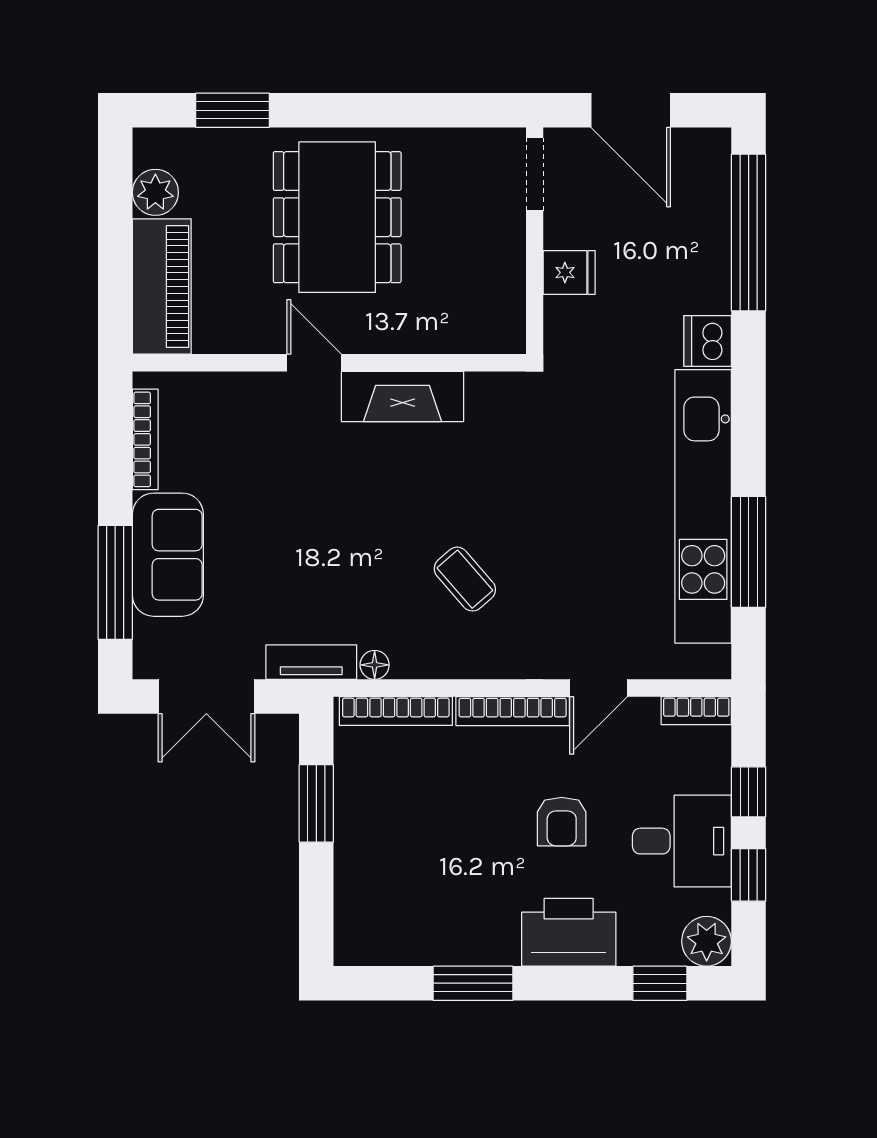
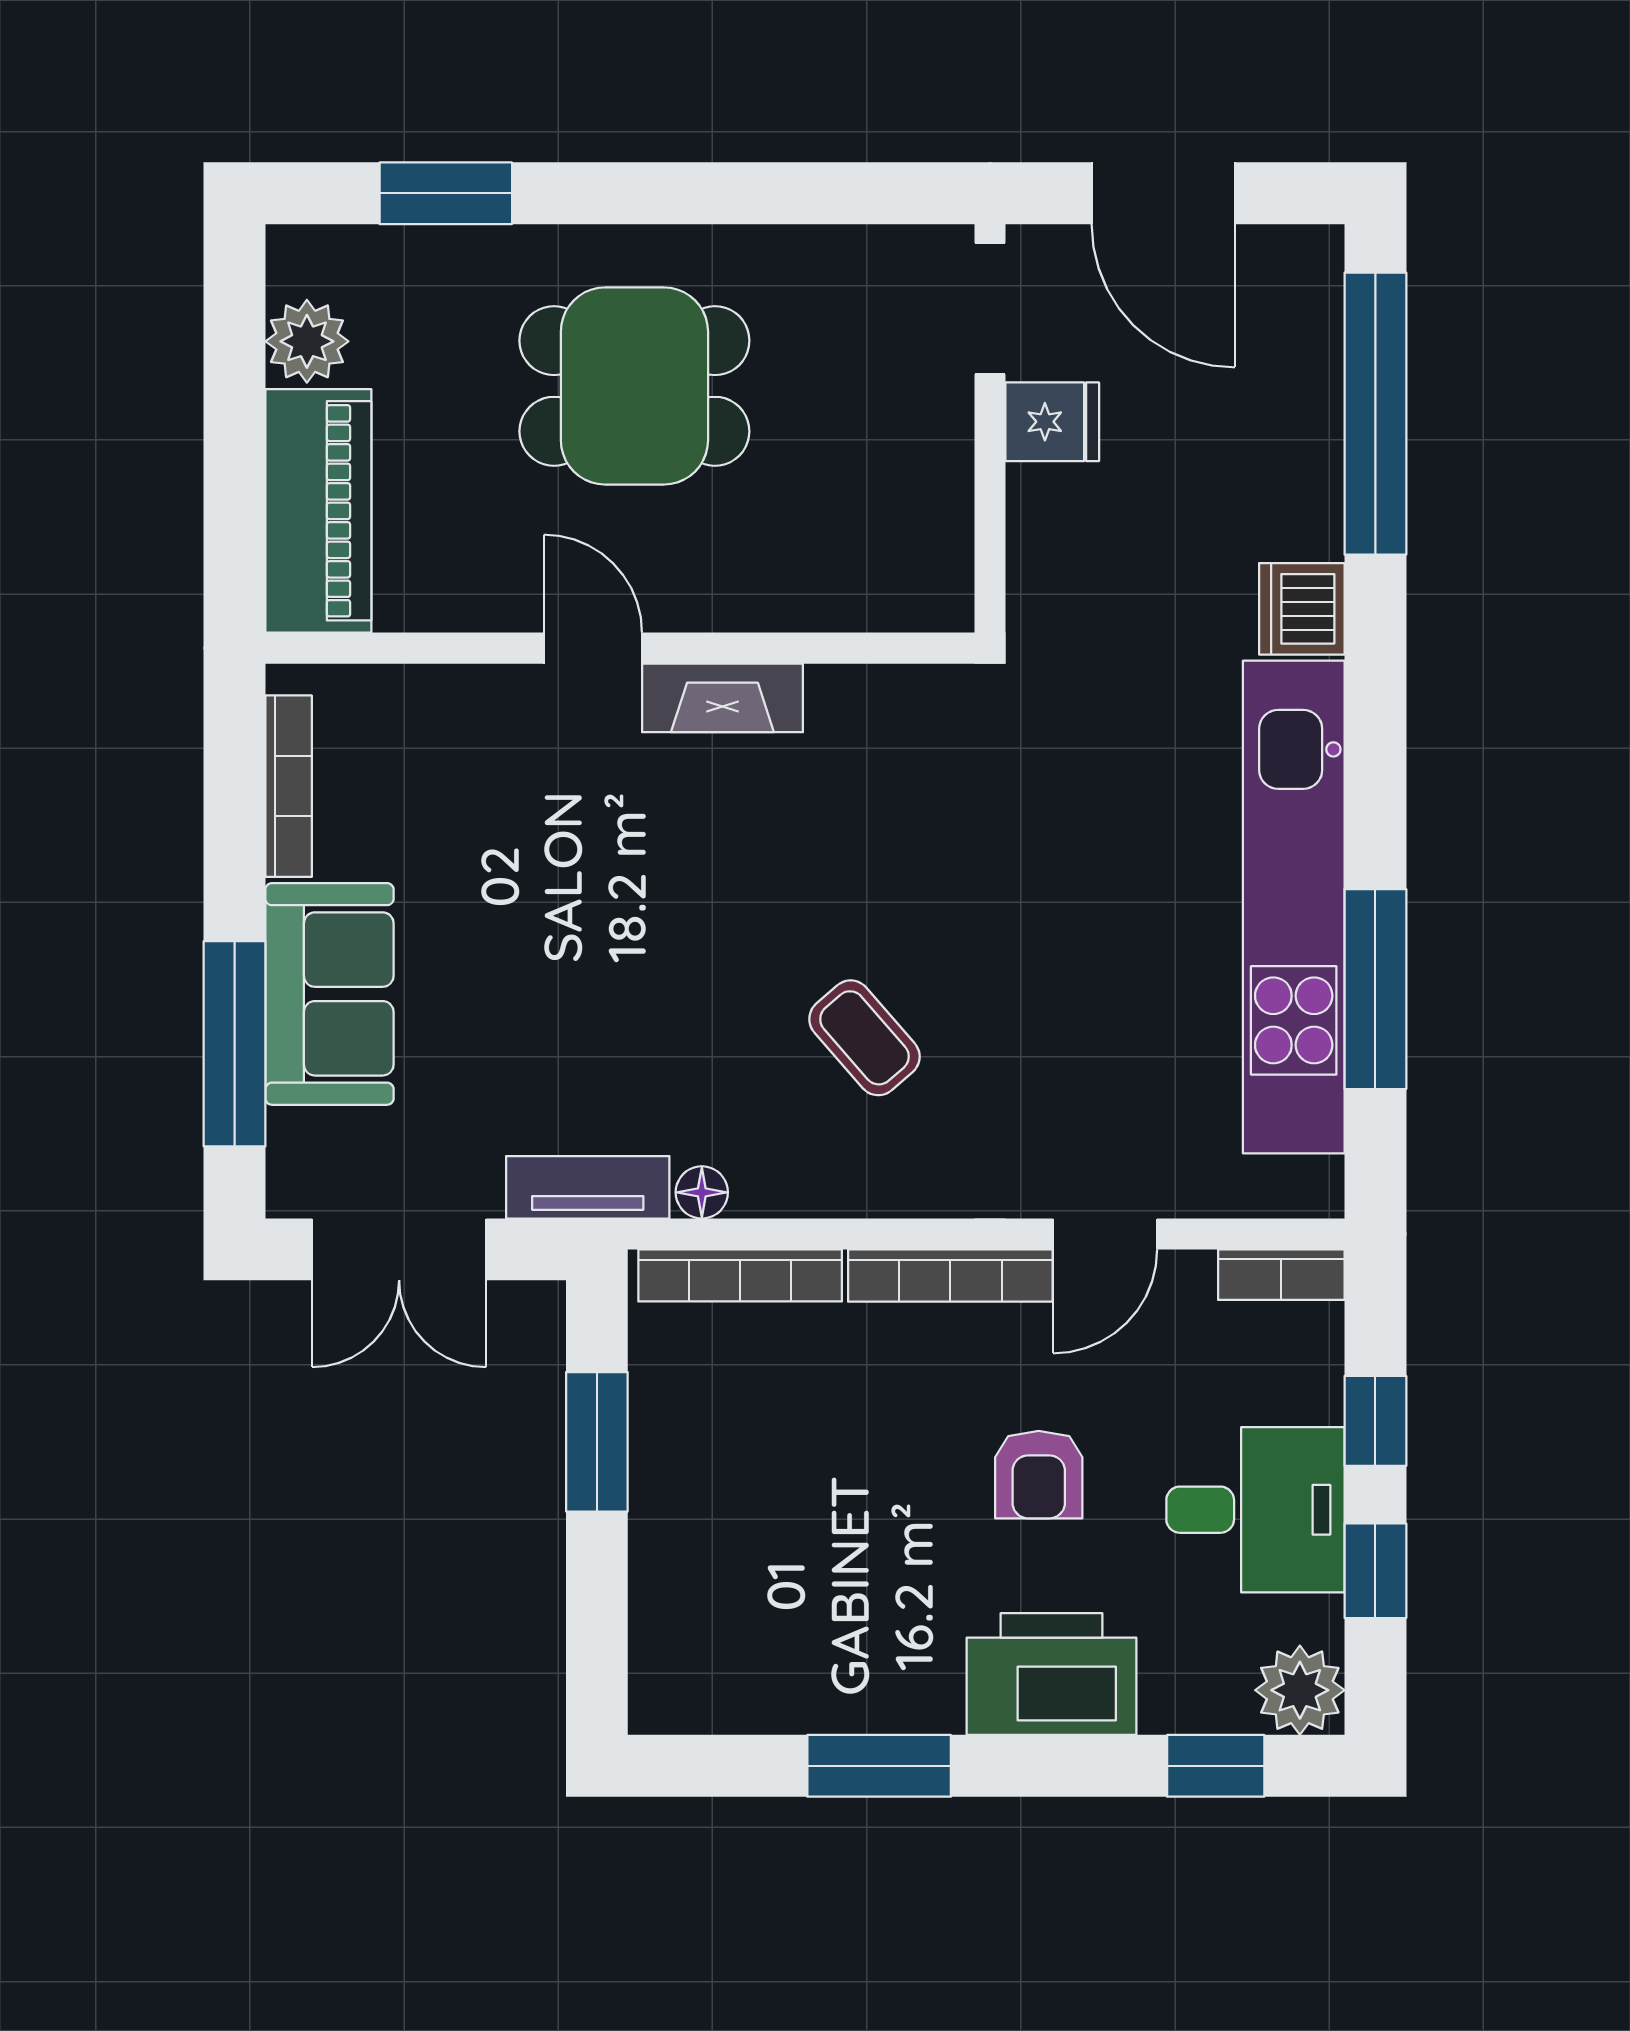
dining table: (337, 217) -> (634, 386), width x0.73
fridge: (569, 273) -> (1052, 422), moved
fireplace: (403, 396) -> (722, 698), width x0.73, depth x0.76

